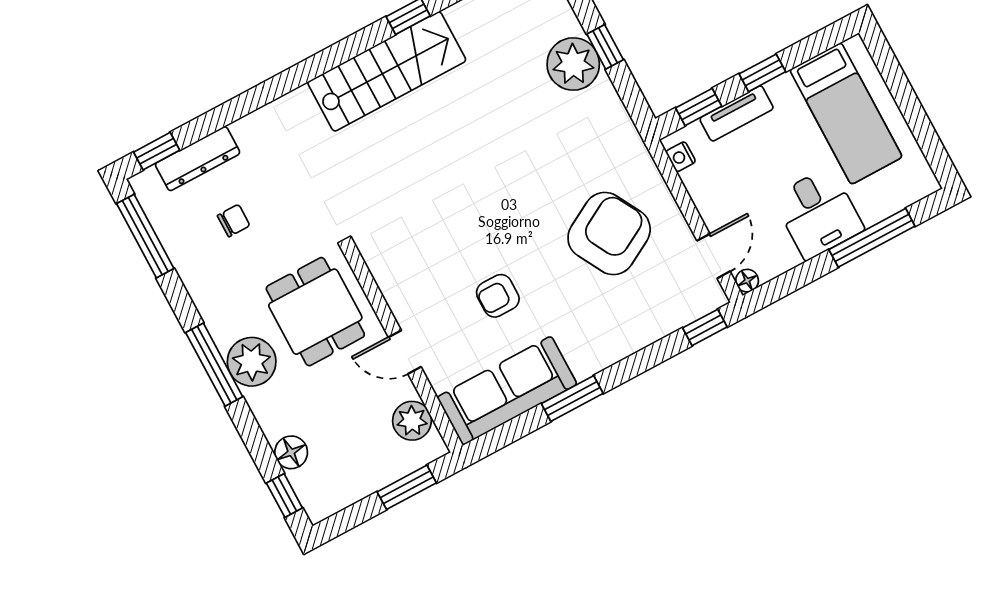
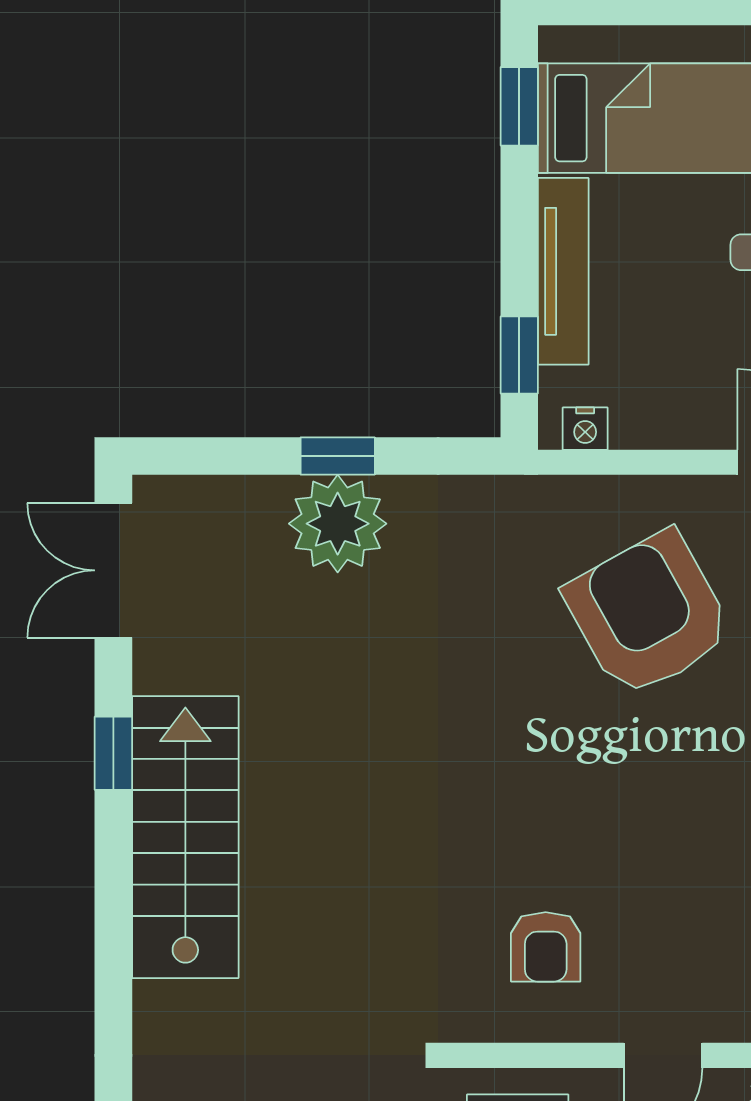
window: (762, 73) -> (519, 106), moved
tv unit: (737, 113) -> (563, 271), width x1.41
armchair: (498, 296) -> (546, 947), moved

